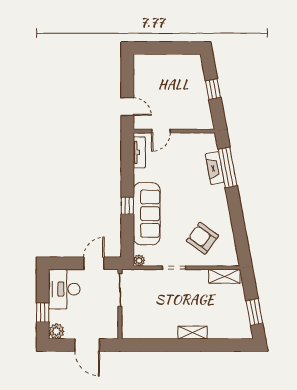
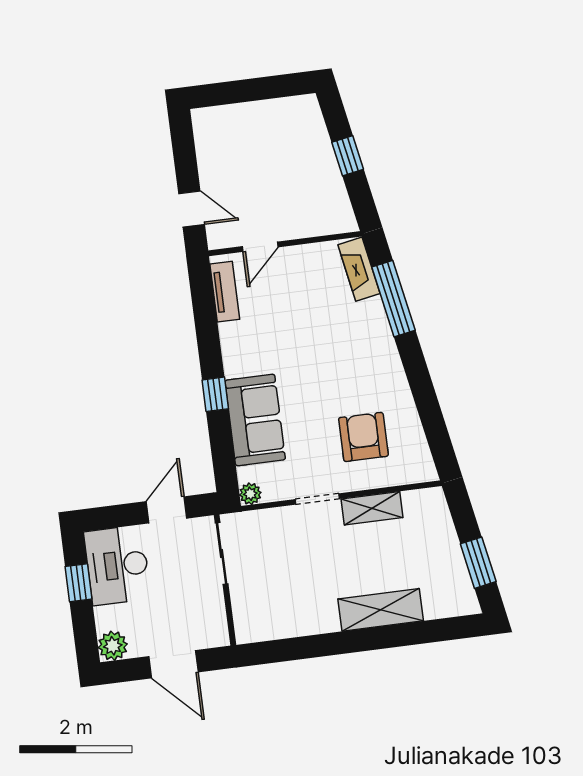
fireplace: (215, 168) -> (359, 269), moved
sofa: (147, 214) -> (255, 420), width x0.73
armchair: (202, 238) -> (363, 437), turned 54
shelving: (224, 276) -> (372, 508), moved
window: (43, 313) -> (79, 583), moved
shelving: (193, 333) -> (381, 610), width x1.50, depth x1.33

